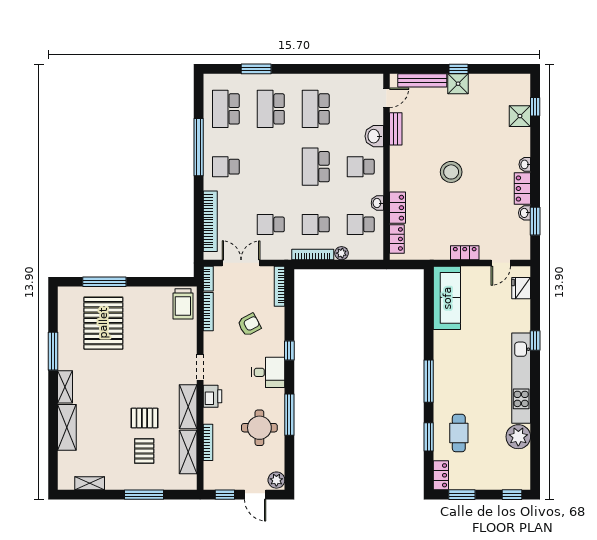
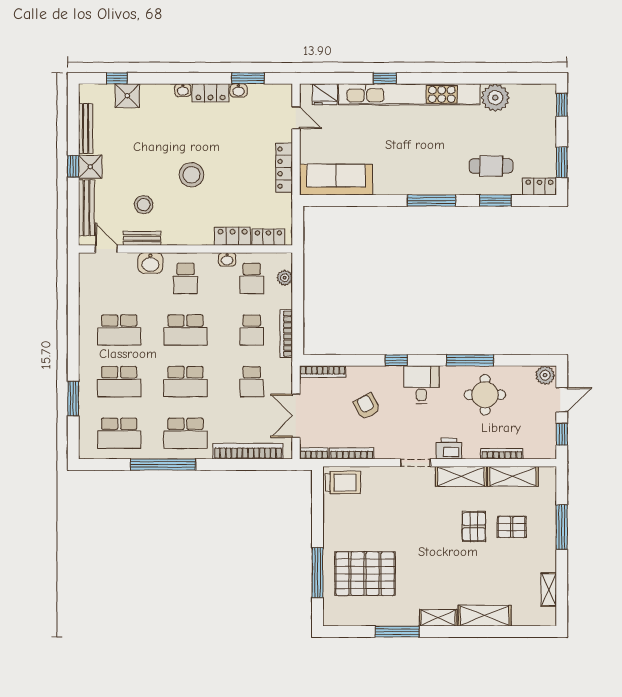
bench: (491, 80) -> (86, 129), added
stool: (425, 130) -> (144, 205), added
school desk: (226, 167) -> (185, 433), width x1.85
school desk: (271, 167) -> (185, 382), added
plant: (342, 253) -> (285, 278), moved
locker: (465, 253) -> (284, 168), width x1.53
kitchen unit: (521, 378) -> (409, 94), width x1.36

